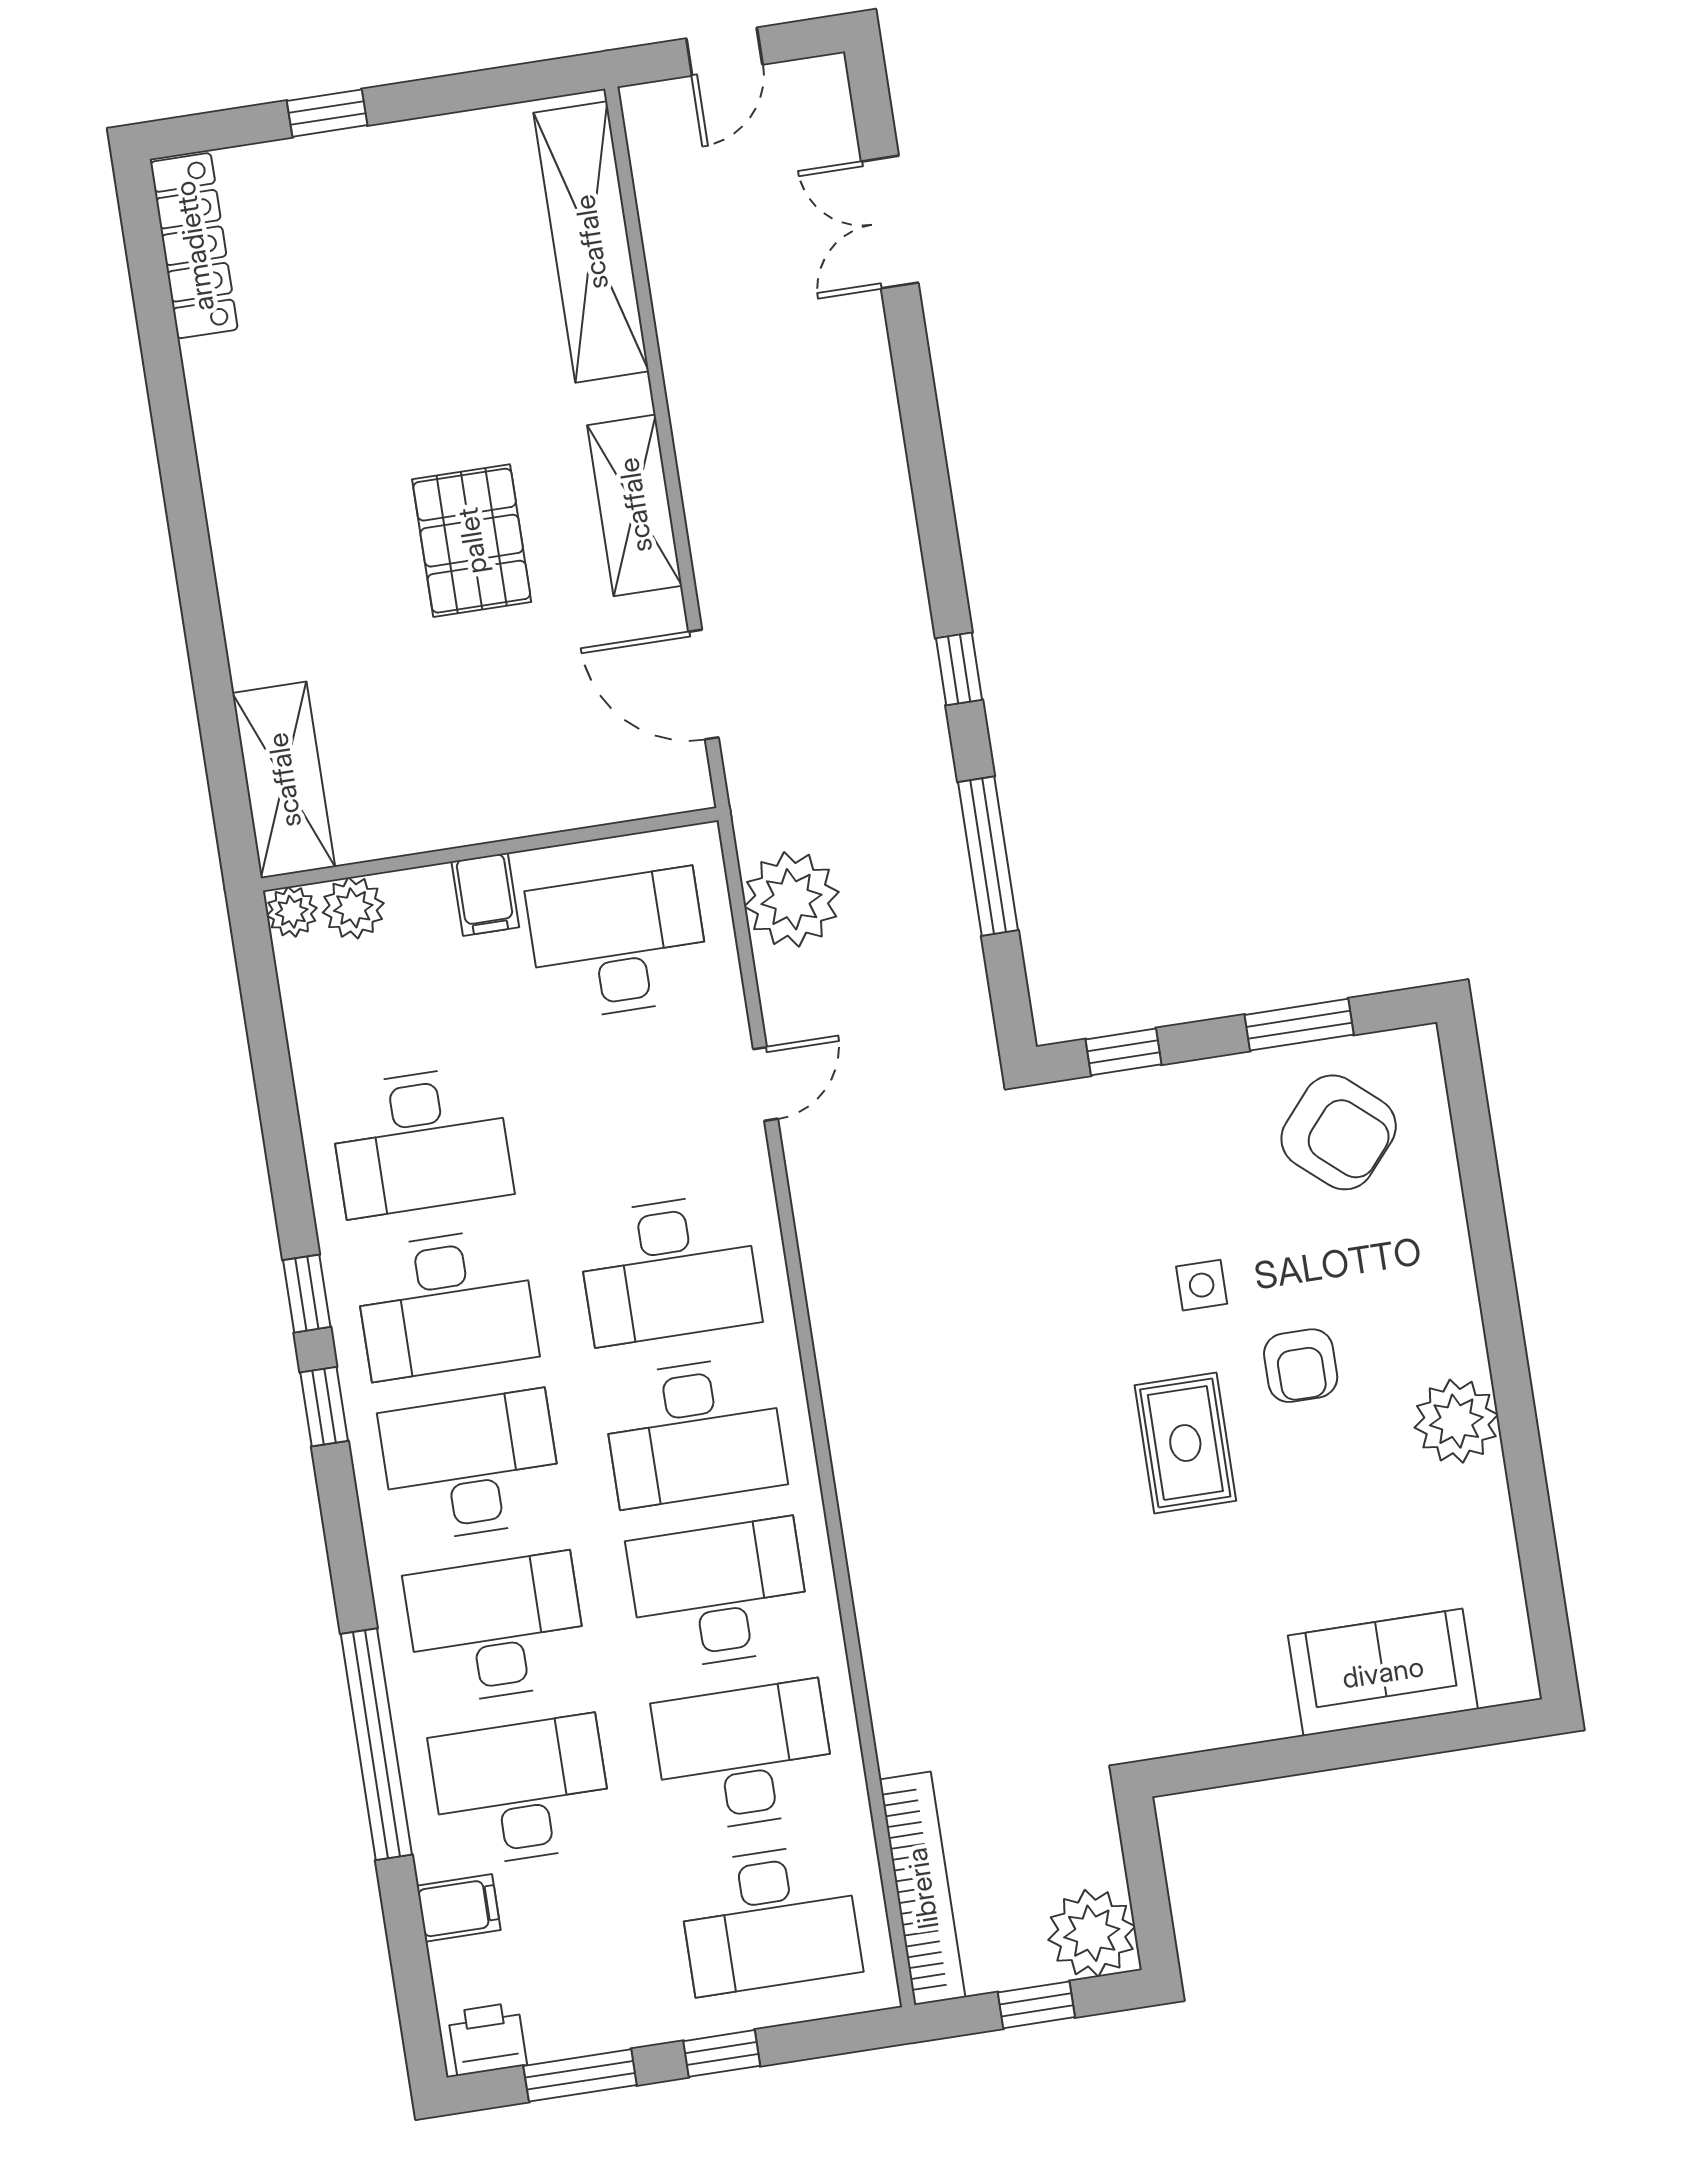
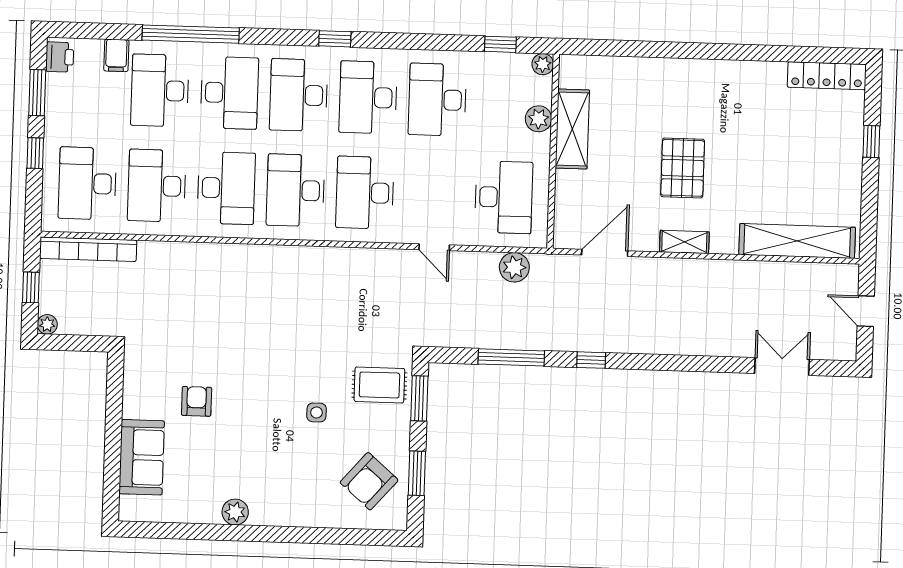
shelving: (635, 505) -> (684, 242), width x0.67, depth x0.75
pallet: (472, 541) -> (683, 168), turned 90
shelving: (284, 780) -> (572, 129), moved, turned 90
filing cabinet: (485, 894) -> (535, 146), removed
plant: (792, 899) -> (514, 267), width x0.73, depth x0.73
plant: (353, 908) -> (539, 119), moved
window: (1124, 1052) -> (419, 398), width x1.50
window: (307, 1294) -> (500, 44), moved
armchair: (1301, 1366) -> (197, 401), moved, turned 90
plant: (1456, 1421) -> (235, 512), width x0.73, depth x0.73
rug: (1185, 1443) -> (379, 385), moved
desk: (471, 1466) -> (299, 95), turned 180
desk: (744, 1756) -> (157, 186), turned 180
desk: (521, 1791) -> (160, 90), turned 180
plant: (1092, 1933) -> (47, 324), width x0.53, depth x0.53

